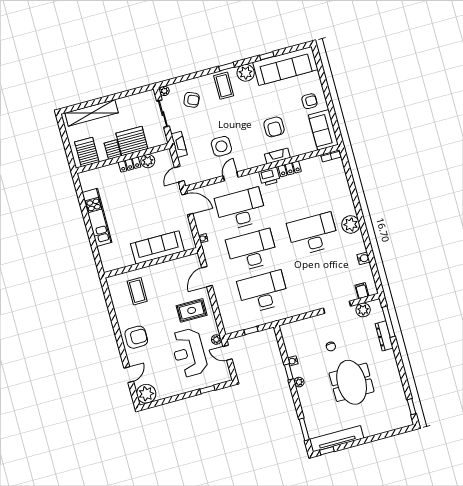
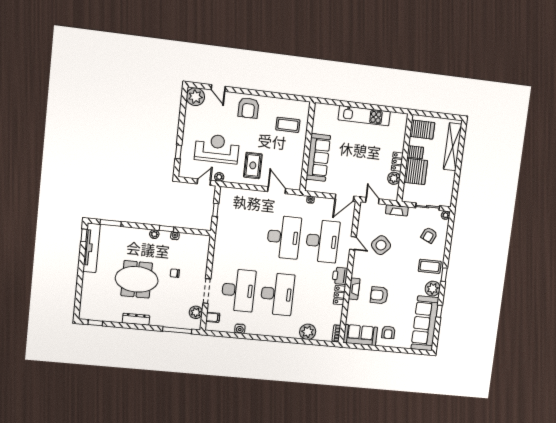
side table: (221, 146) -> (381, 245), turned 45
plant: (351, 224) -> (308, 332), moved
desk: (263, 292) -> (238, 290), moved
dresser: (384, 336) -> (136, 319), moved

